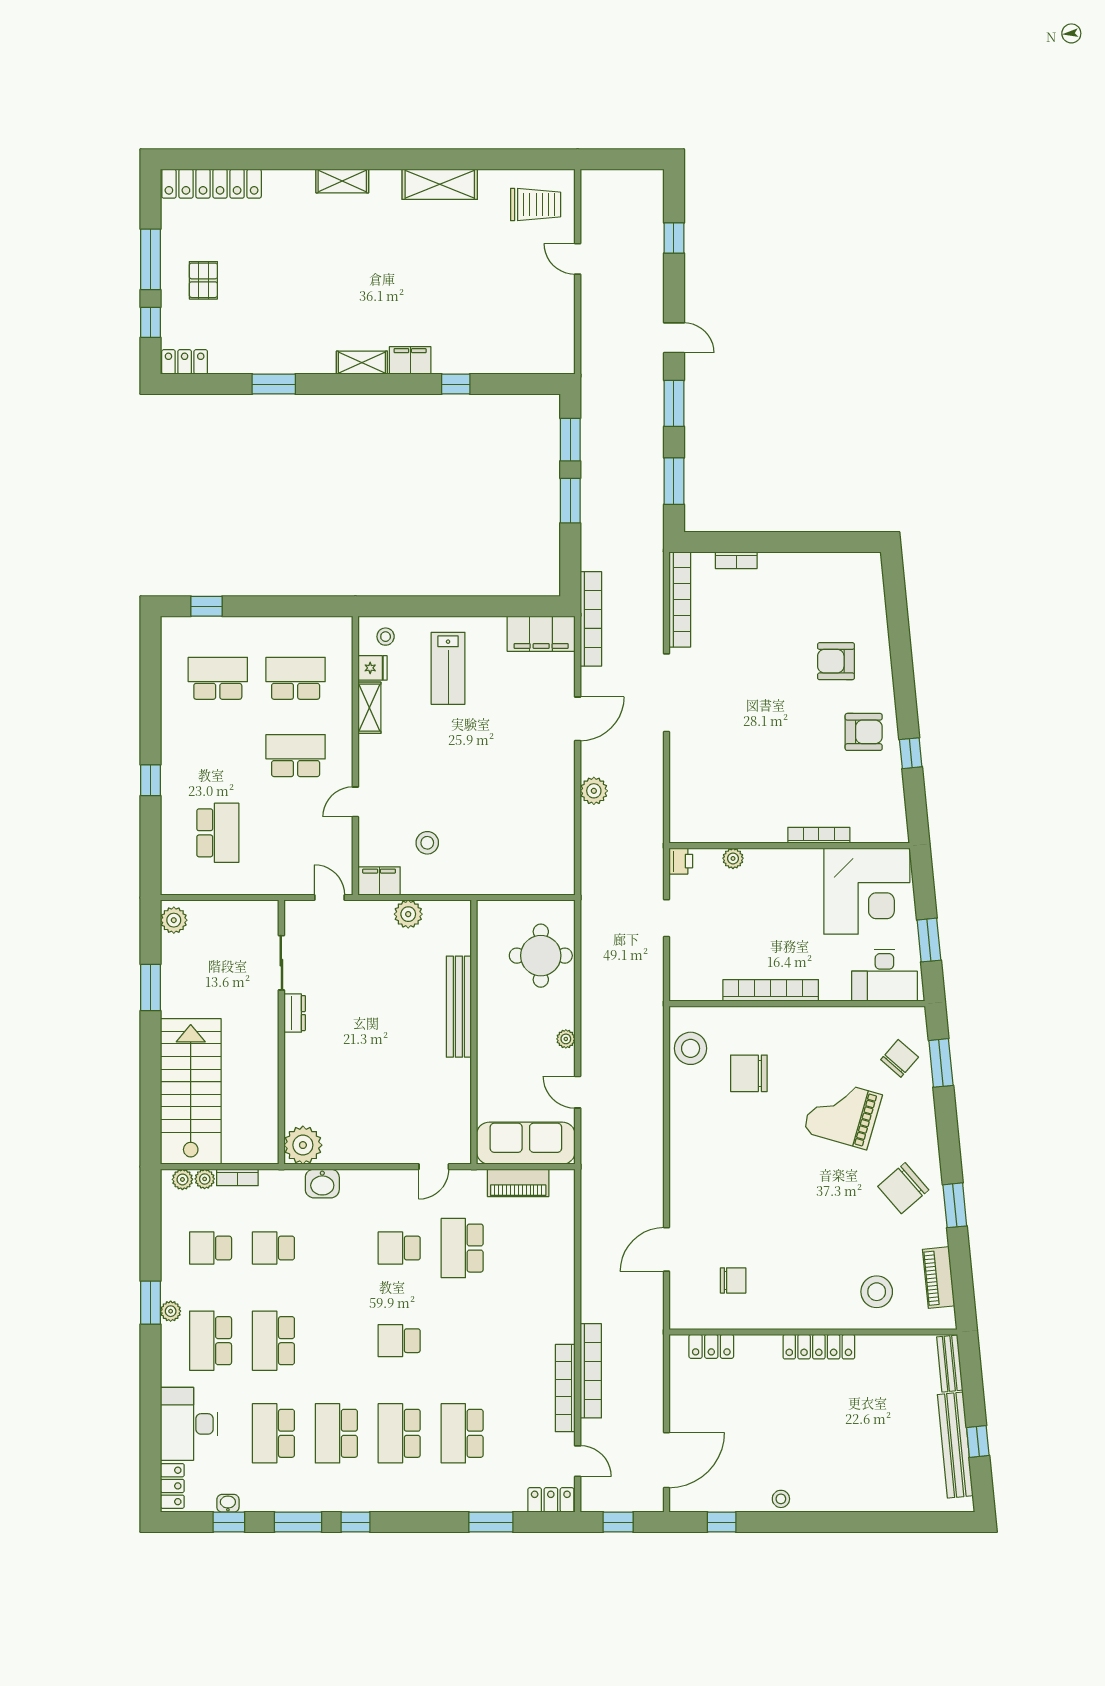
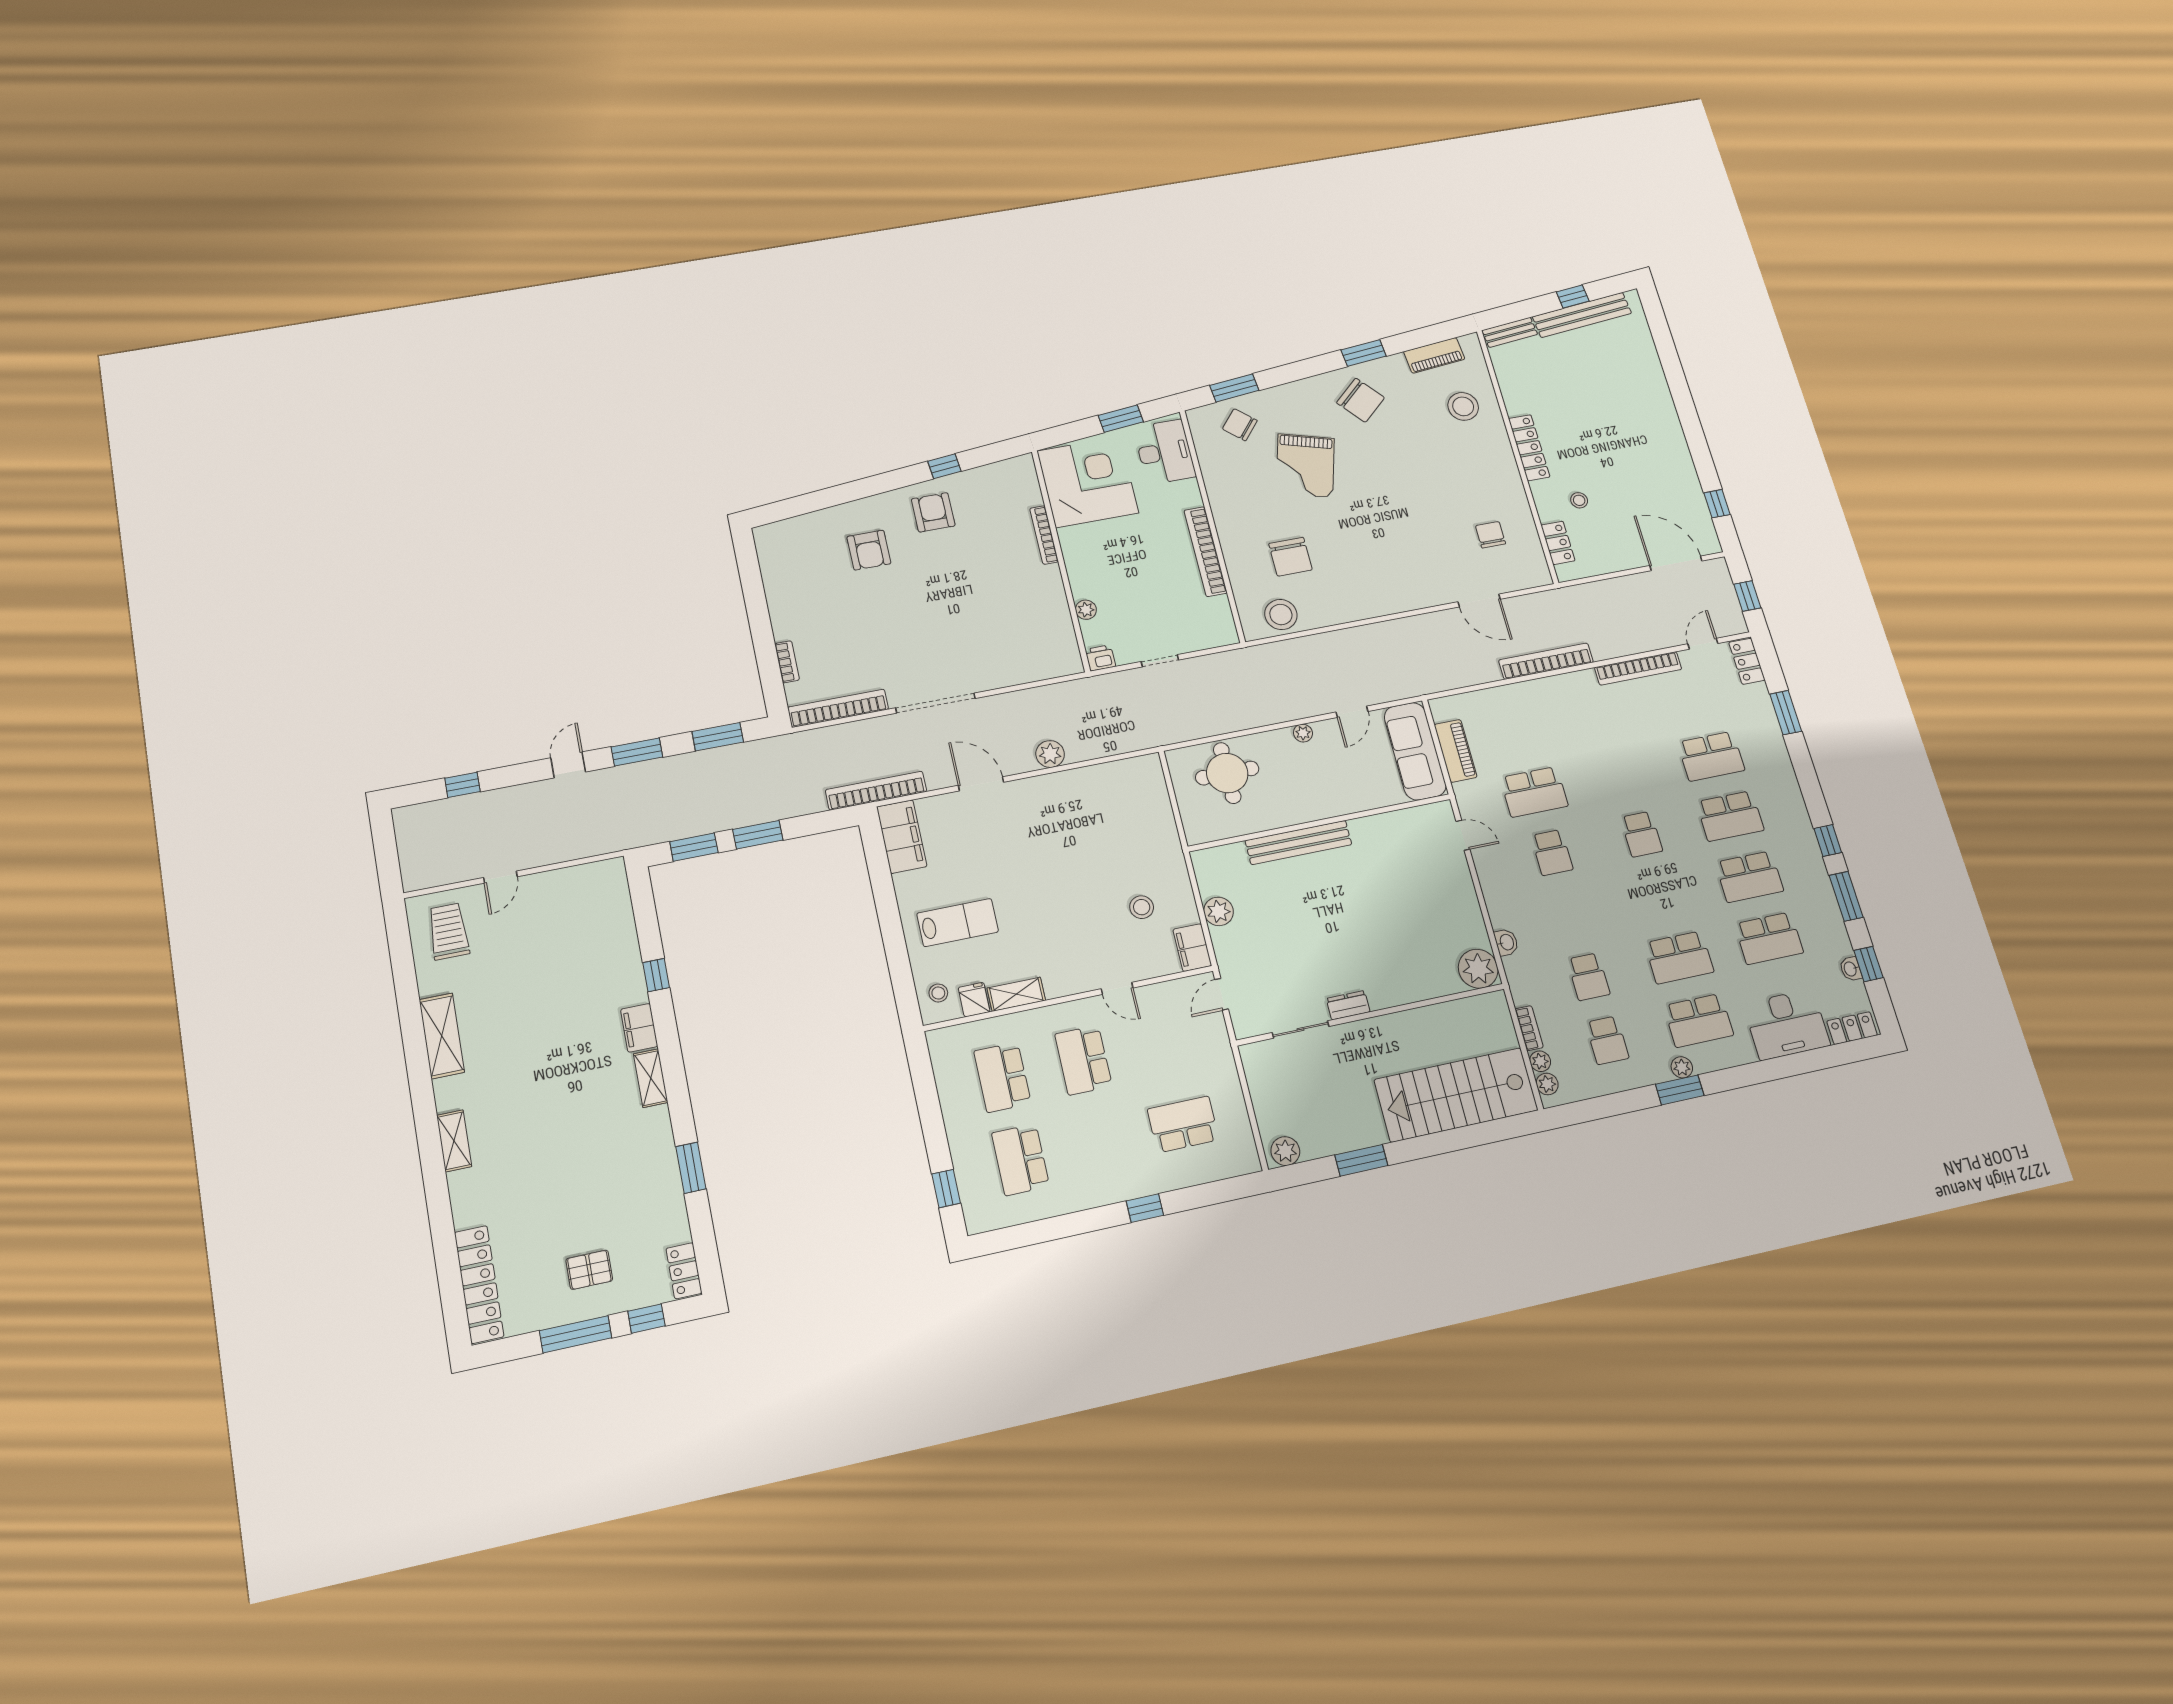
washbasin: (322, 1183) -> (1506, 942), width x0.72, depth x0.69
bookcase: (591, 1371) -> (1546, 661), moved
stool: (781, 1499) -> (1579, 500), moved

